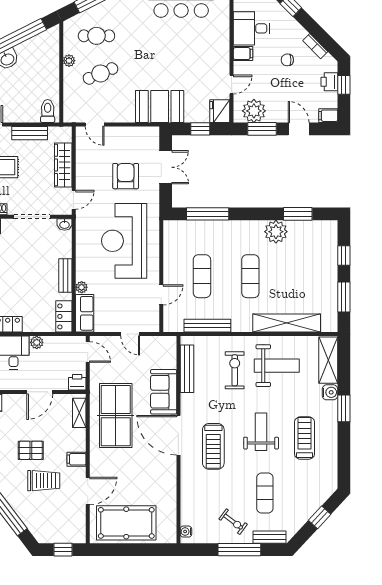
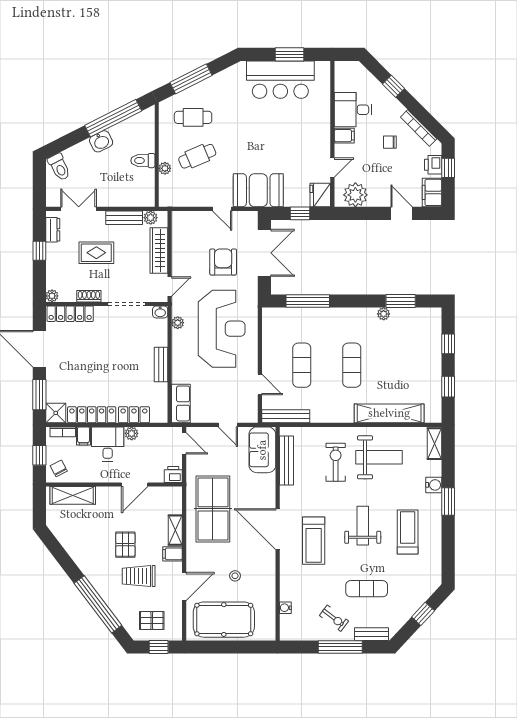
bookcase: (315, 46) -> (419, 128), width x1.56
plant: (69, 61) -> (165, 168), moved
toilet: (48, 111) -> (143, 161), moved, turned -90
filing cabinet: (328, 116) -> (432, 192), width x2.00
door: (95, 125) -> (222, 209), moved
window: (262, 129) -> (364, 213), removed
plant: (55, 133) -> (151, 218), added
double door: (166, 167) -> (264, 253), width x1.37
plant: (276, 232) -> (384, 314), width x0.53, depth x0.53
reception desk: (124, 241) -> (222, 329), turned 180
plant: (82, 287) -> (178, 323), moved
door: (161, 295) -> (260, 384), hinge flipped
window: (344, 297) -> (448, 387), width x0.67
locker: (64, 316) -> (134, 415), moved, turned 90
bench: (207, 326) -> (286, 416), moved
shelving: (328, 360) -> (434, 444), width x0.67, depth x0.75
sofa: (164, 392) -> (262, 450), moved
shelving: (79, 413) -> (175, 530), moved
pallet: (31, 450) -> (125, 545), turned 90
trolley: (44, 481) -> (139, 576), turned 180
stool: (137, 481) -> (235, 576), added
exercise mat: (265, 493) -> (367, 589), turned 90
pallet: (56, 524) -> (152, 621), added
water cooler: (186, 532) -> (285, 608), moved

